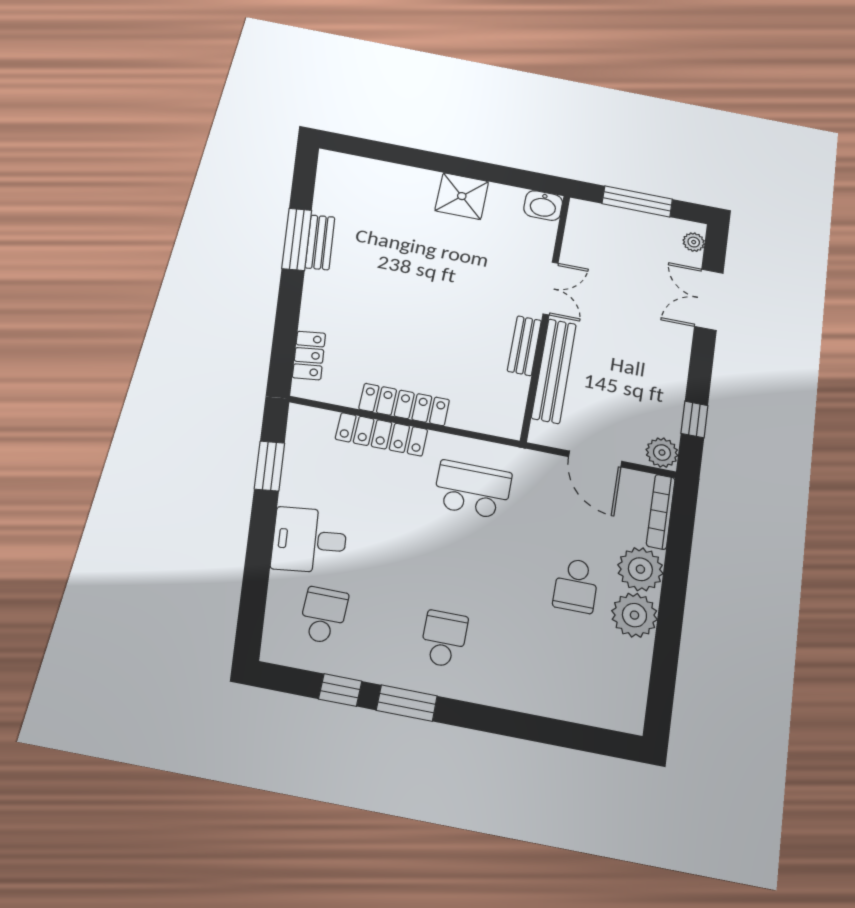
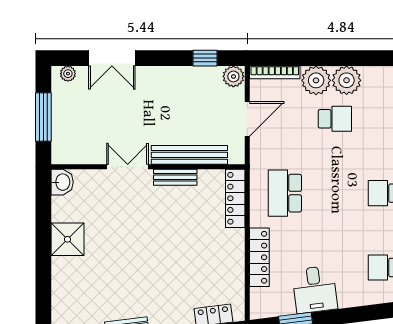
locker: (404, 404) -> (235, 198), moved
desk: (309, 540) -> (315, 289), moved

